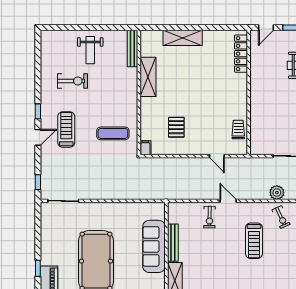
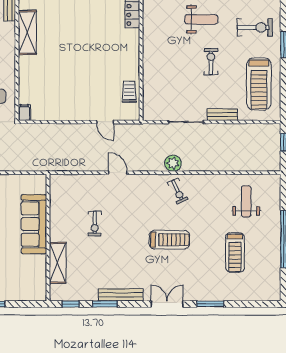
pallet: (176, 127) -> (59, 89), removed
exercise bike: (210, 217) -> (95, 224), moved
treadmill: (254, 241) -> (169, 240), moved, turned -90
bench: (173, 243) -> (55, 220), removed

